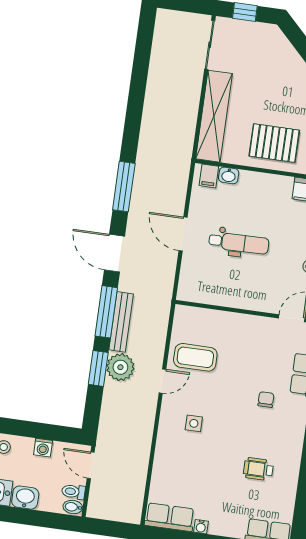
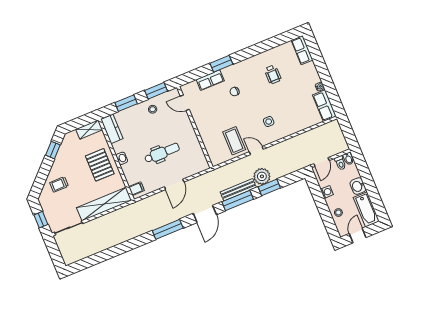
trolley: (280, 68) -> (59, 184), added
washbasin: (229, 175) -> (122, 158), moved
dental chair: (239, 243) -> (162, 153), turned 91

